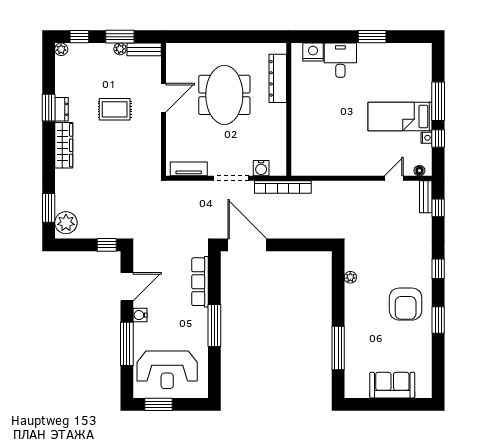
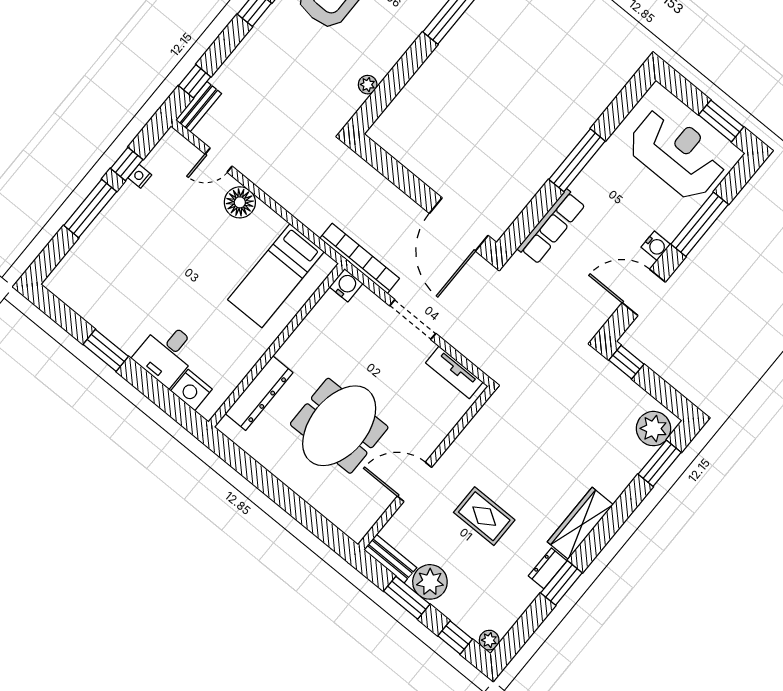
plant: (120, 49) -> (430, 582), width x1.87, depth x1.87
bed: (400, 117) -> (276, 276), moved, turned 90
water cooler: (261, 168) -> (346, 285), moved
floor lamp: (419, 171) -> (240, 202), moved, width x1.89, depth x1.89

